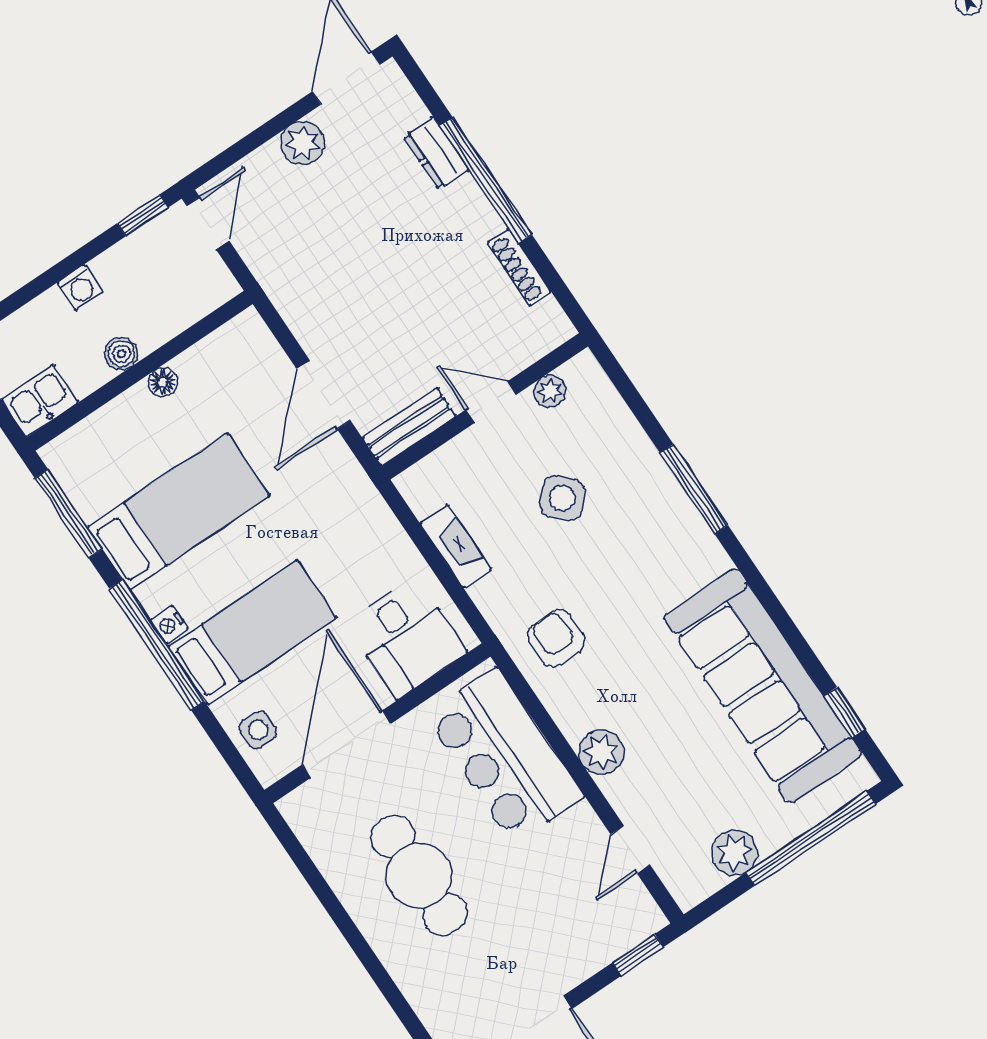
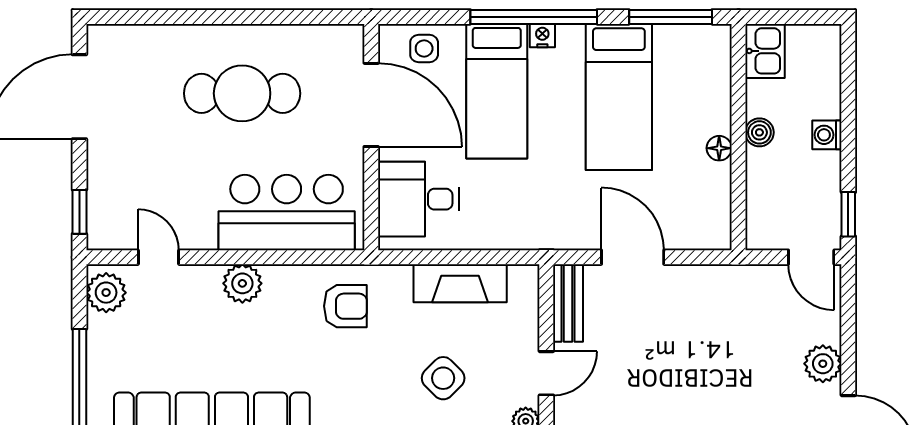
fireplace: (456, 546) -> (460, 283), width x1.37, depth x1.32
plant: (734, 853) -> (106, 293), moved

